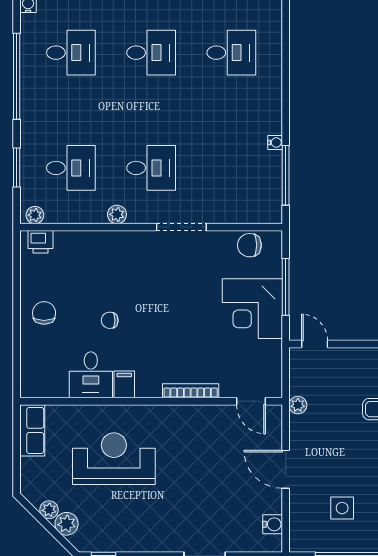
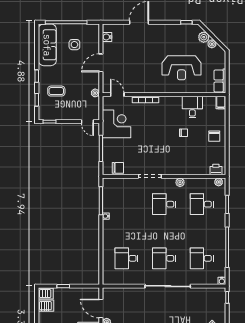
corner desk: (252, 309) -> (117, 124), moved
filing cabinet: (124, 384) -> (221, 103), moved
door: (286, 469) -> (101, 63), swing flipped

